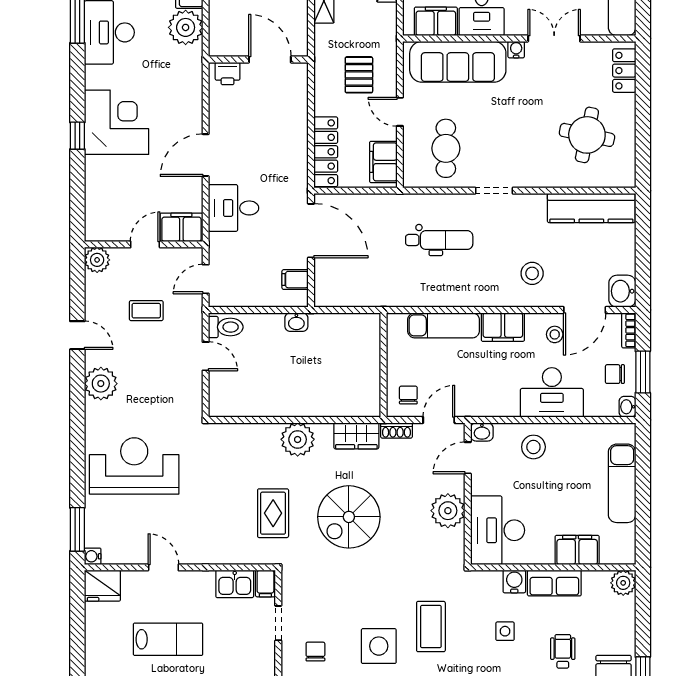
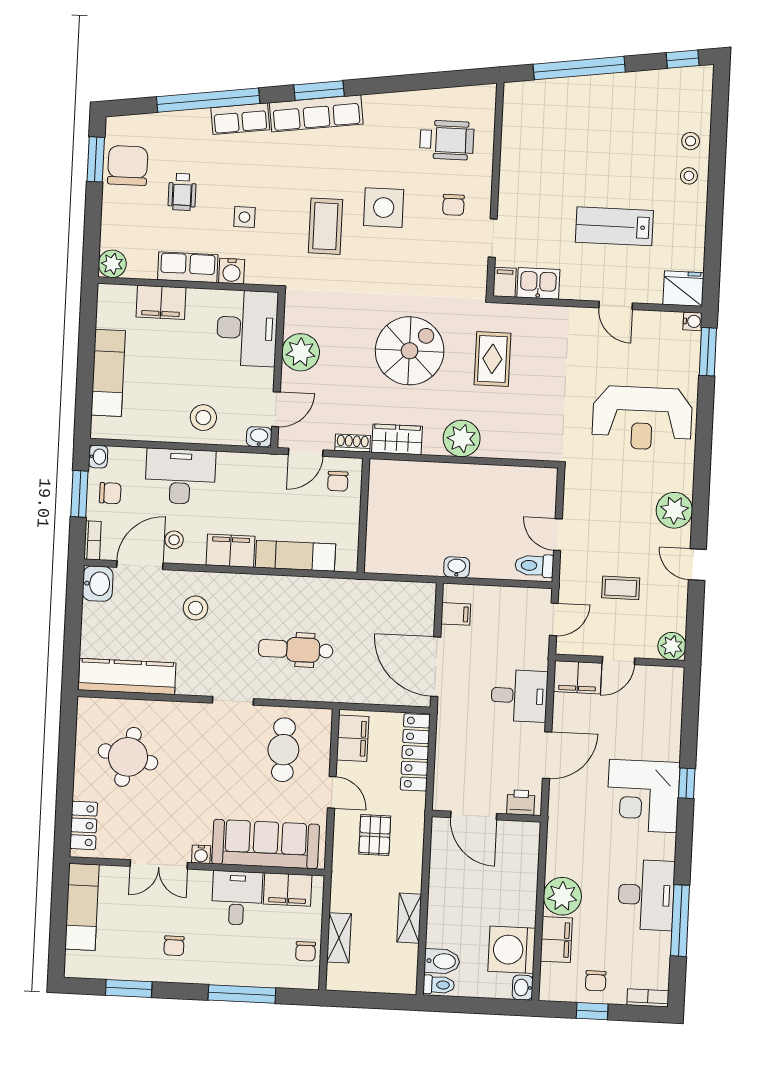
wall: (258, 60) -> (486, 816), moved
door: (270, 60) -> (474, 815), moved
printer: (228, 74) -> (521, 802), moved

